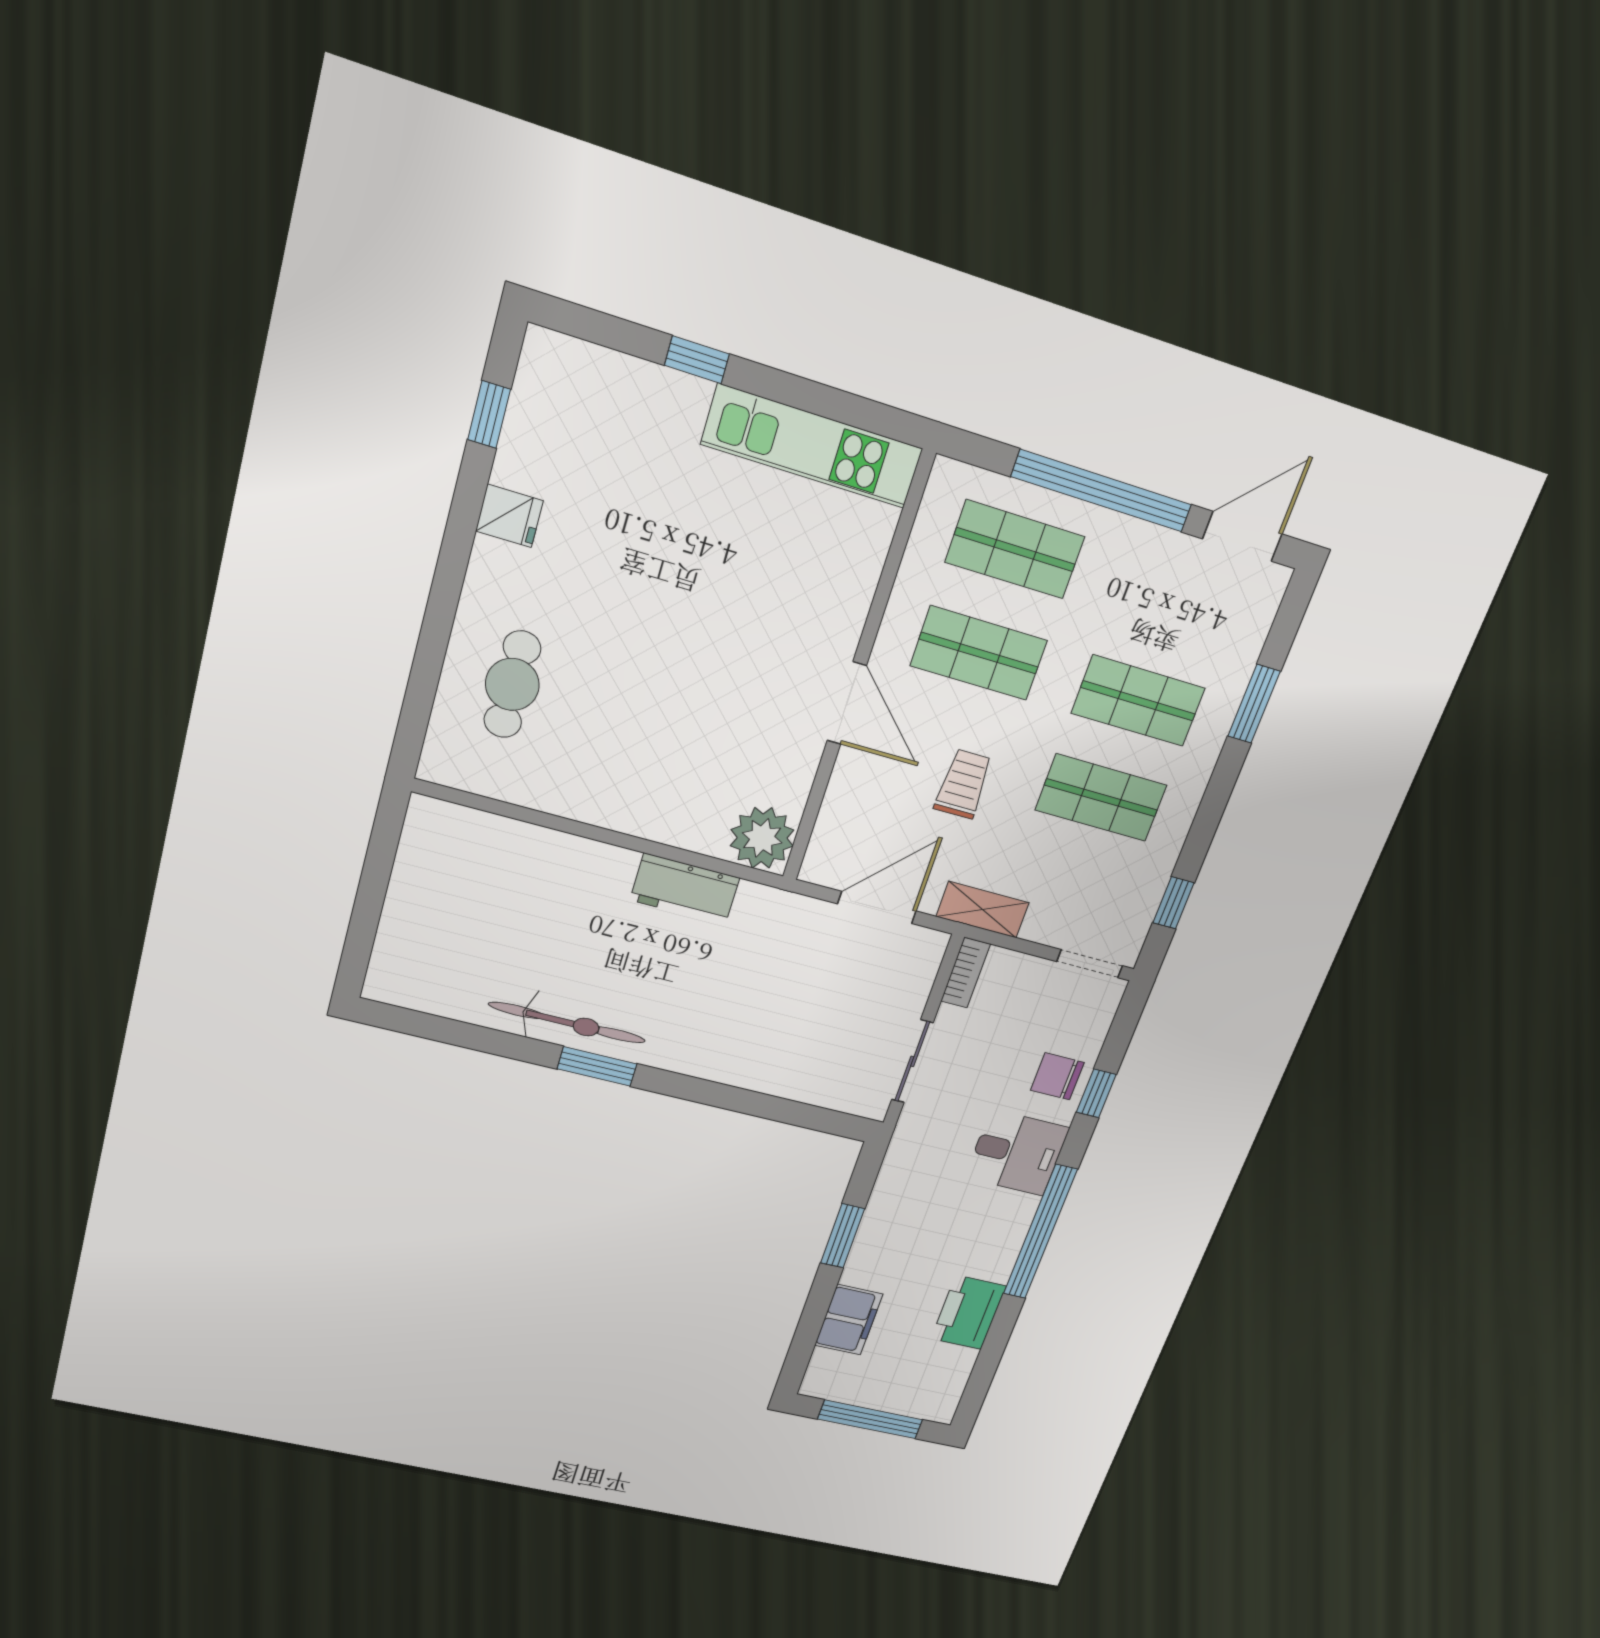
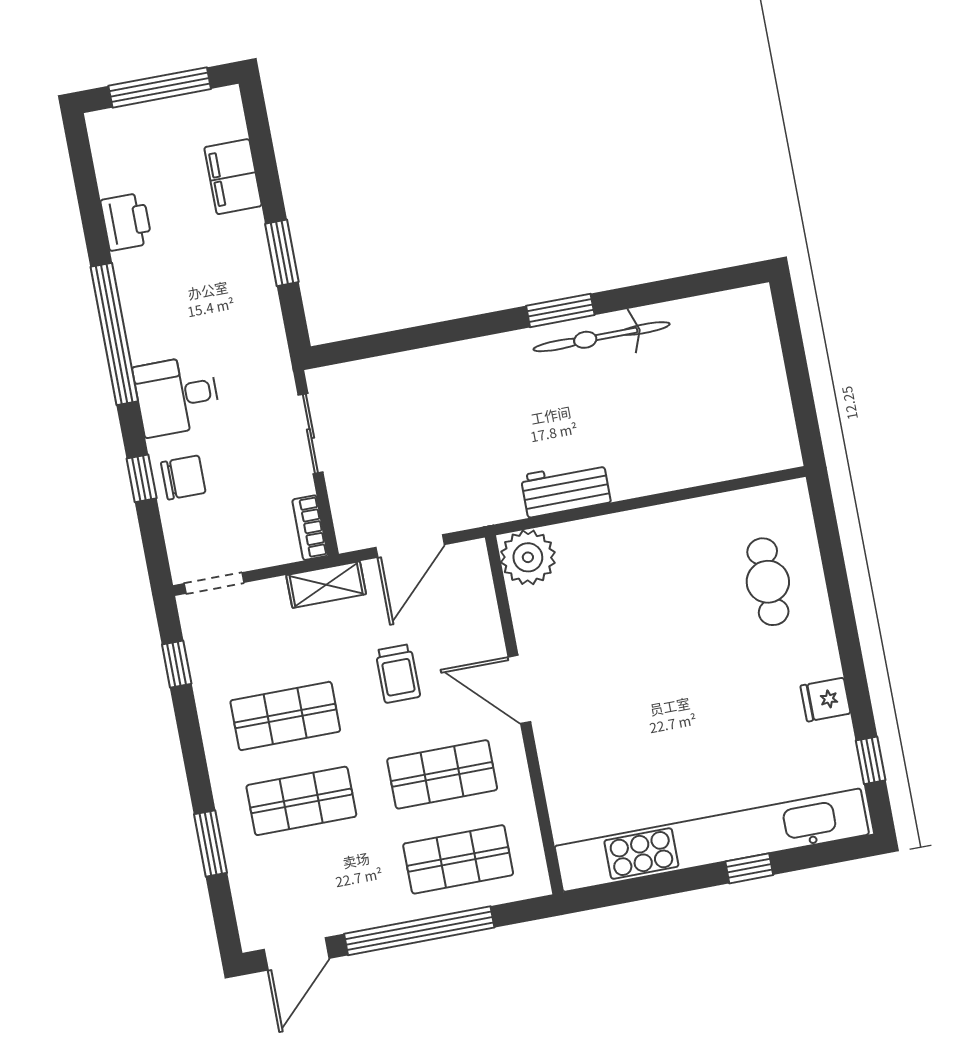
kitchen unit: (812, 446) -> (712, 840), width x1.86
printer: (968, 1312) -> (126, 222), width x0.73, depth x0.84

